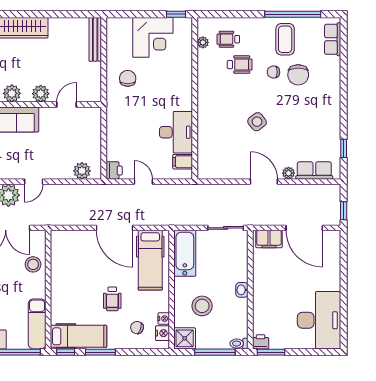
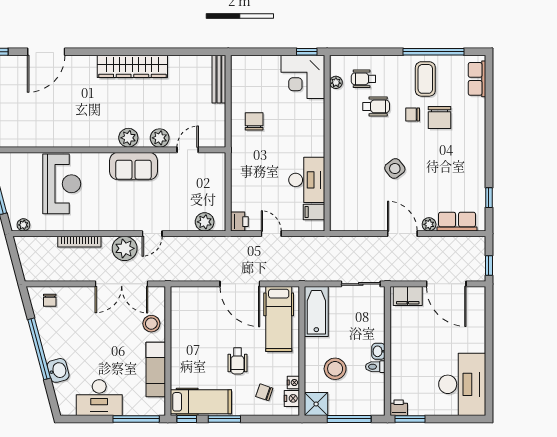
corner desk: (153, 37) -> (303, 77), moved, turned 90
exam couch: (37, 324) -> (156, 370), moved
toilet: (239, 344) -> (375, 367), moved

